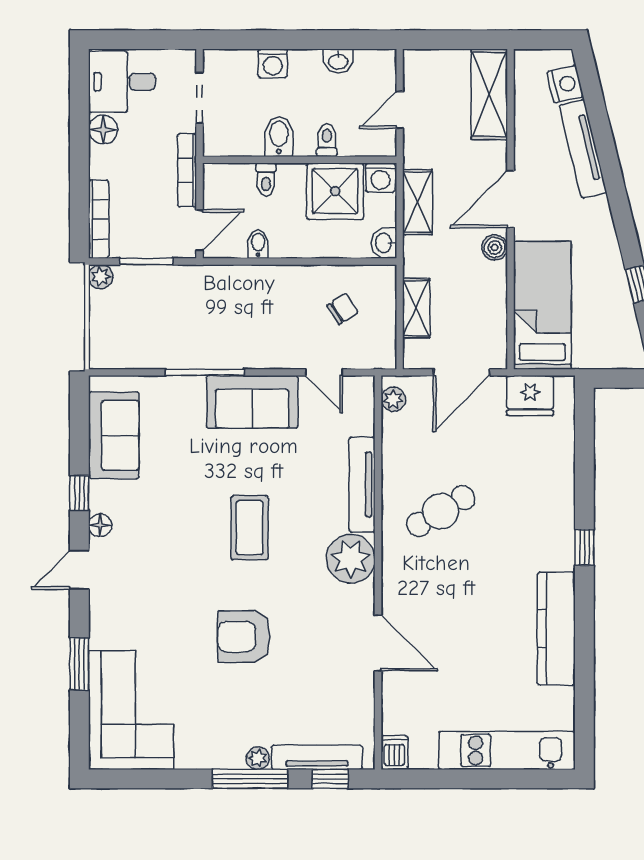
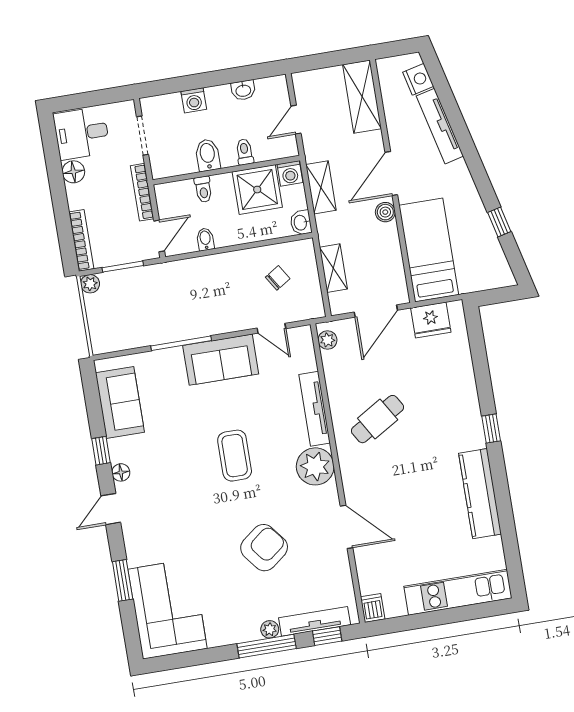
armchair: (244, 637) -> (264, 548), moved, turned 142

